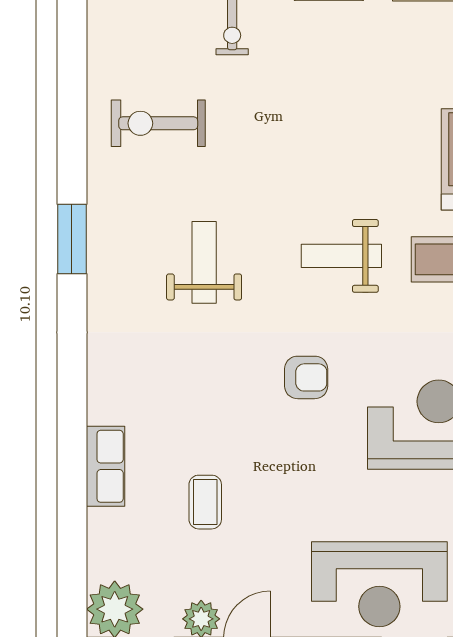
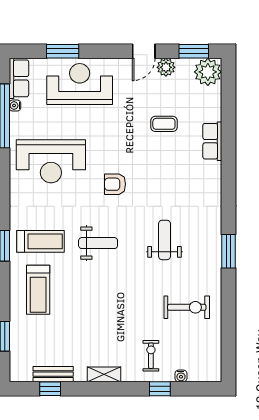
weight bench: (204, 262) -> (165, 240), turned 180
coffee table: (205, 502) -> (164, 124), turned 90

